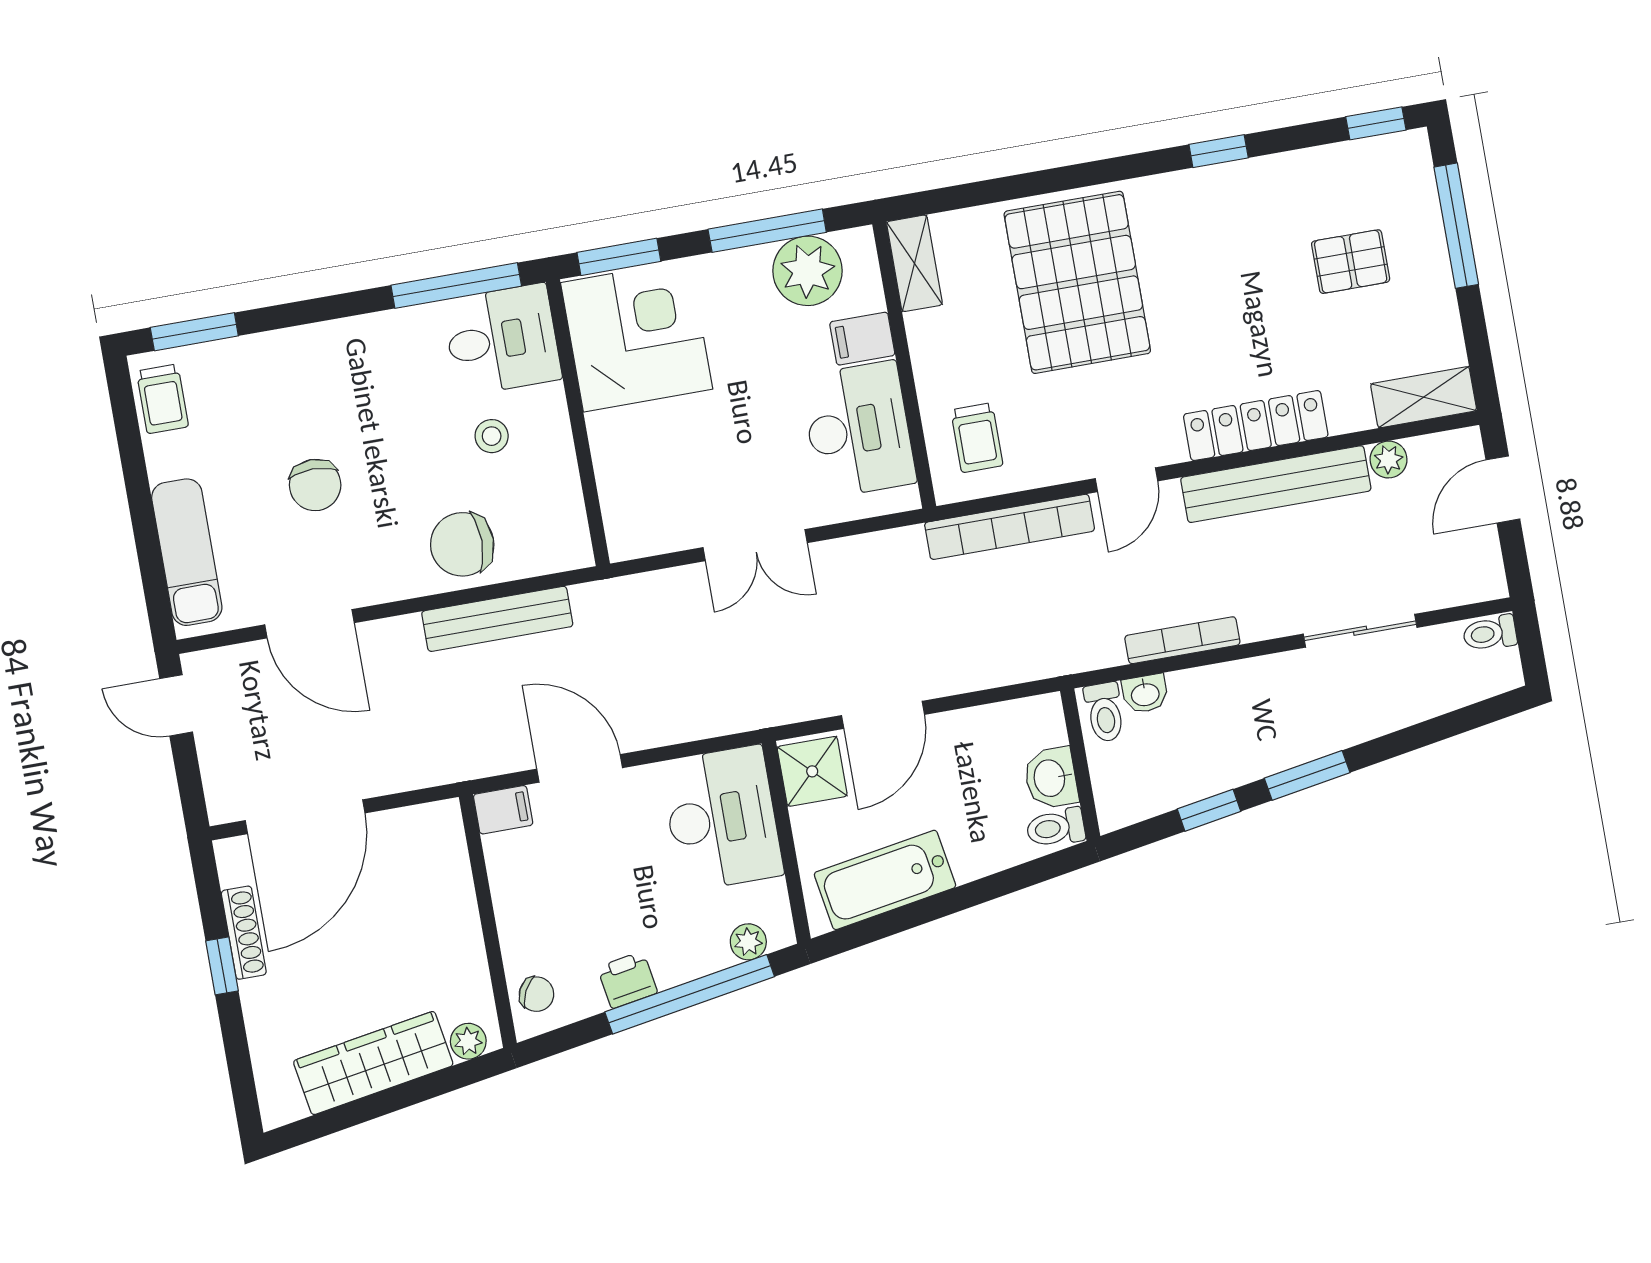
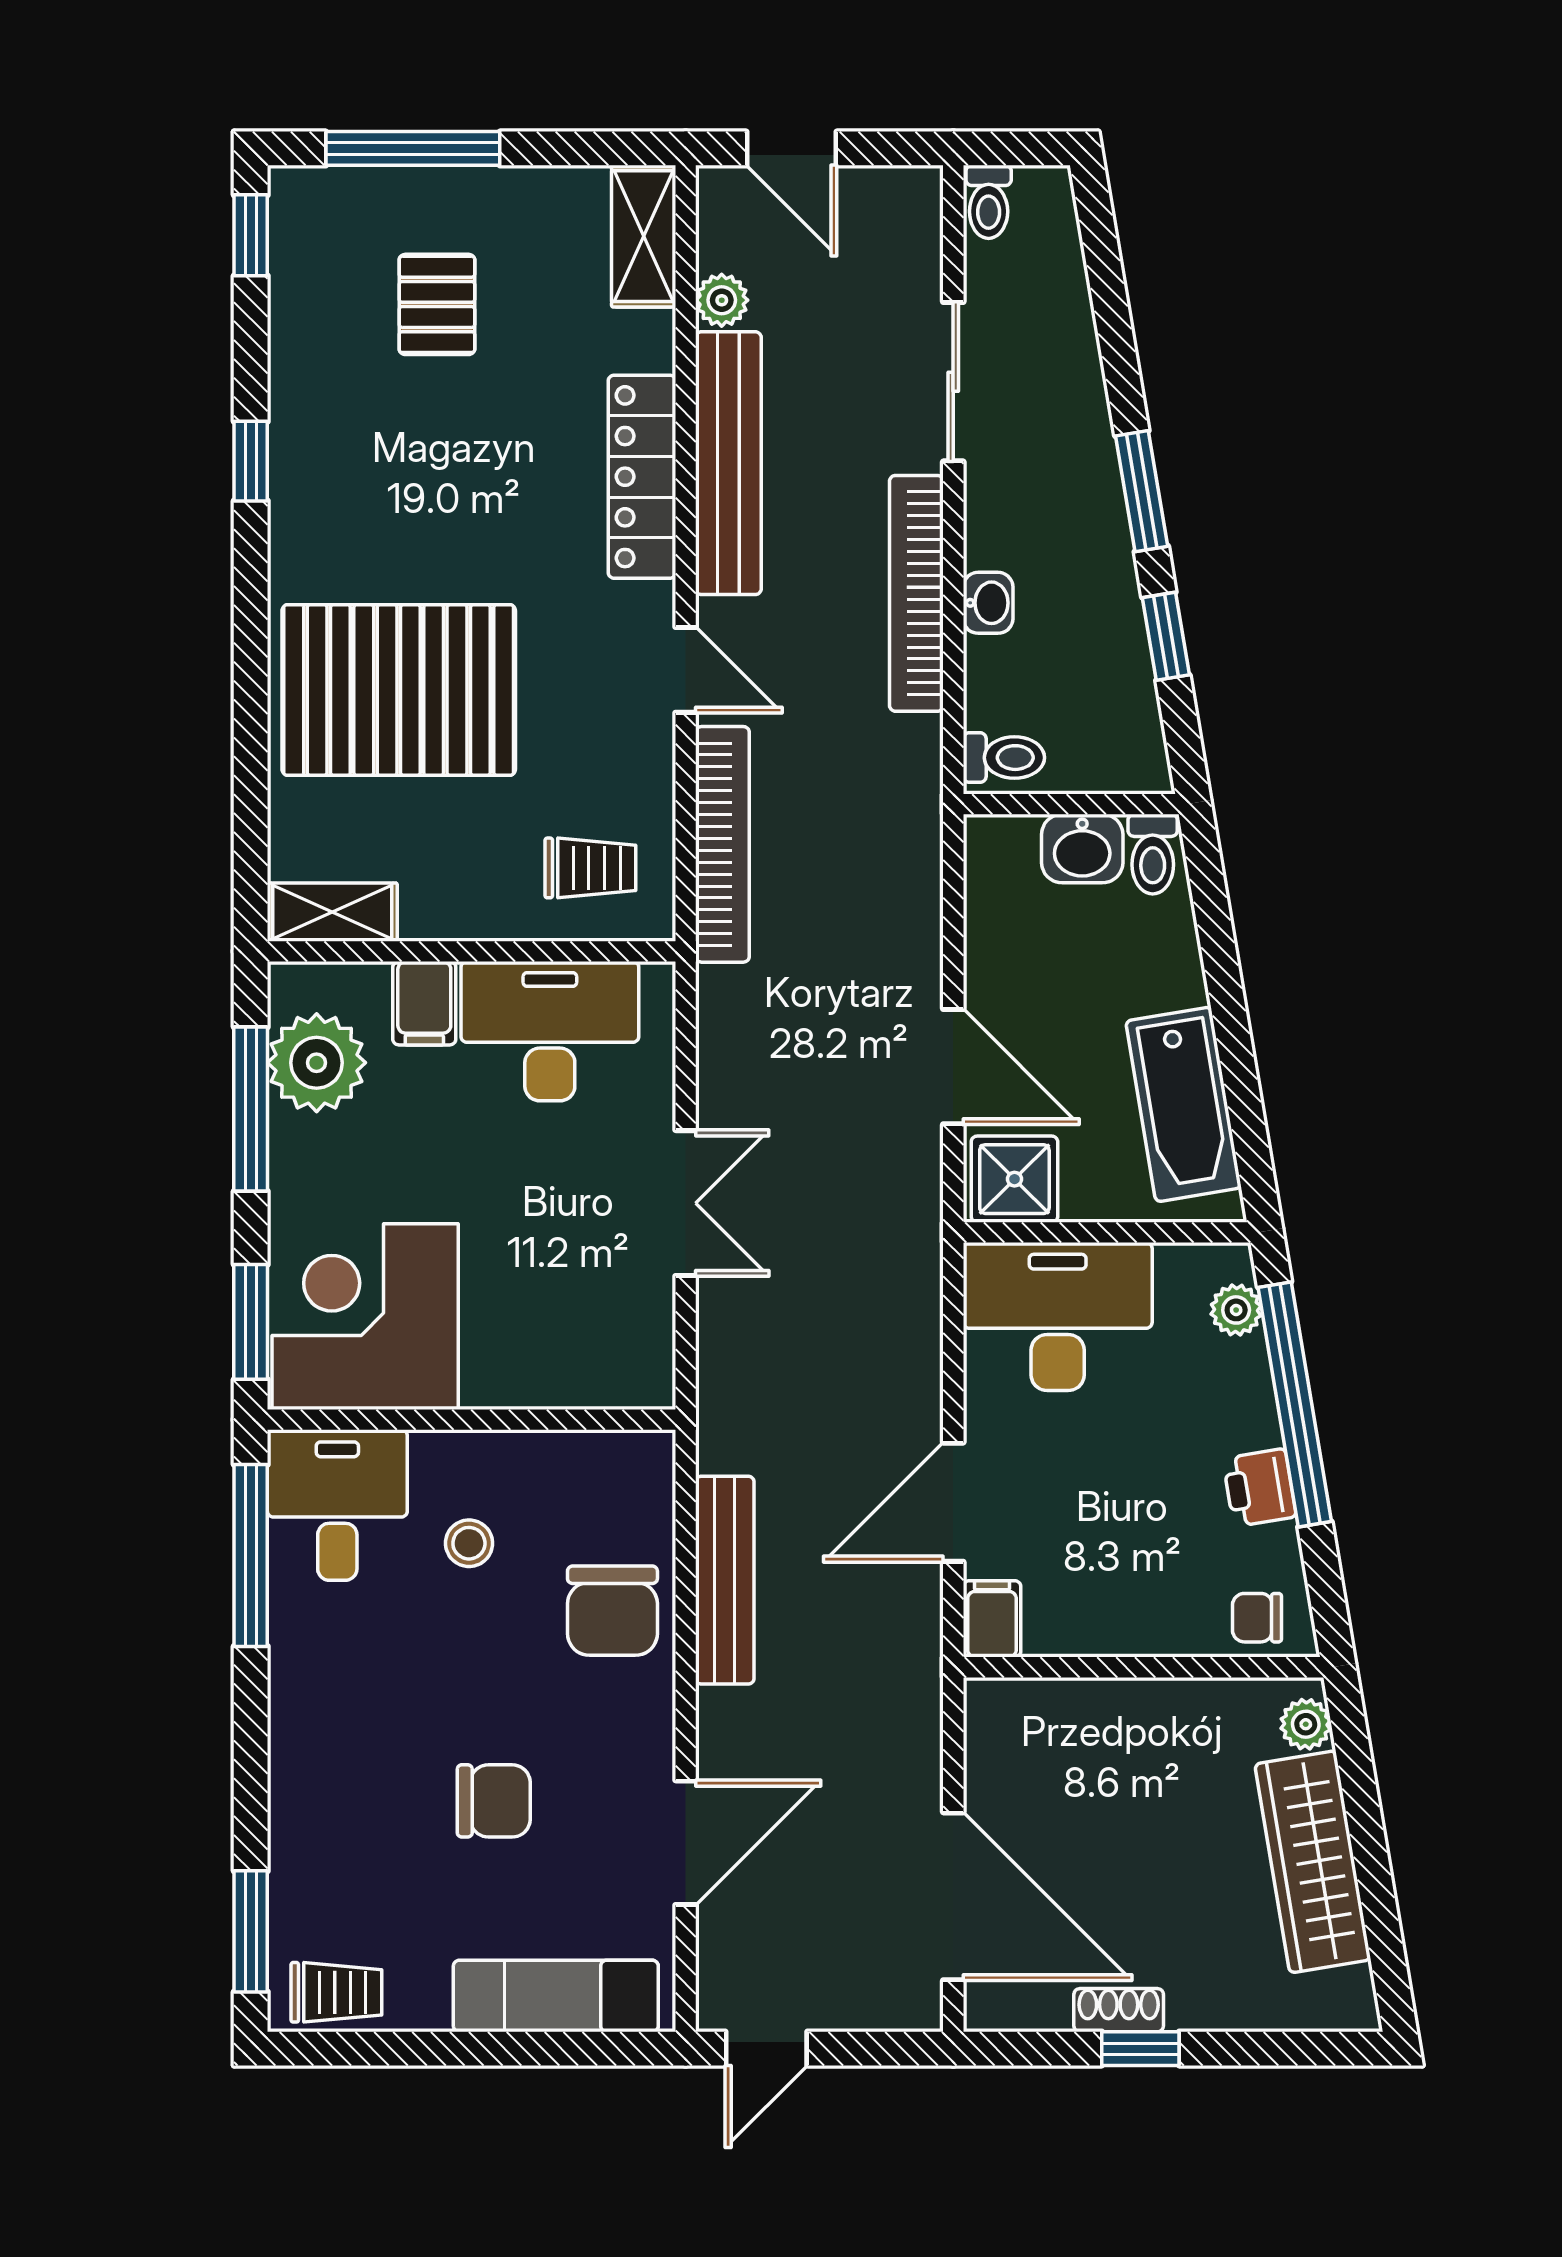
bookcase: (1182, 640) -> (916, 593), width x1.48, depth x1.31
washbasin: (1145, 694) -> (988, 603), moved
shoe rack: (244, 933) -> (1119, 2010), width x0.70
chair: (537, 994) -> (1257, 1618), turned -117

